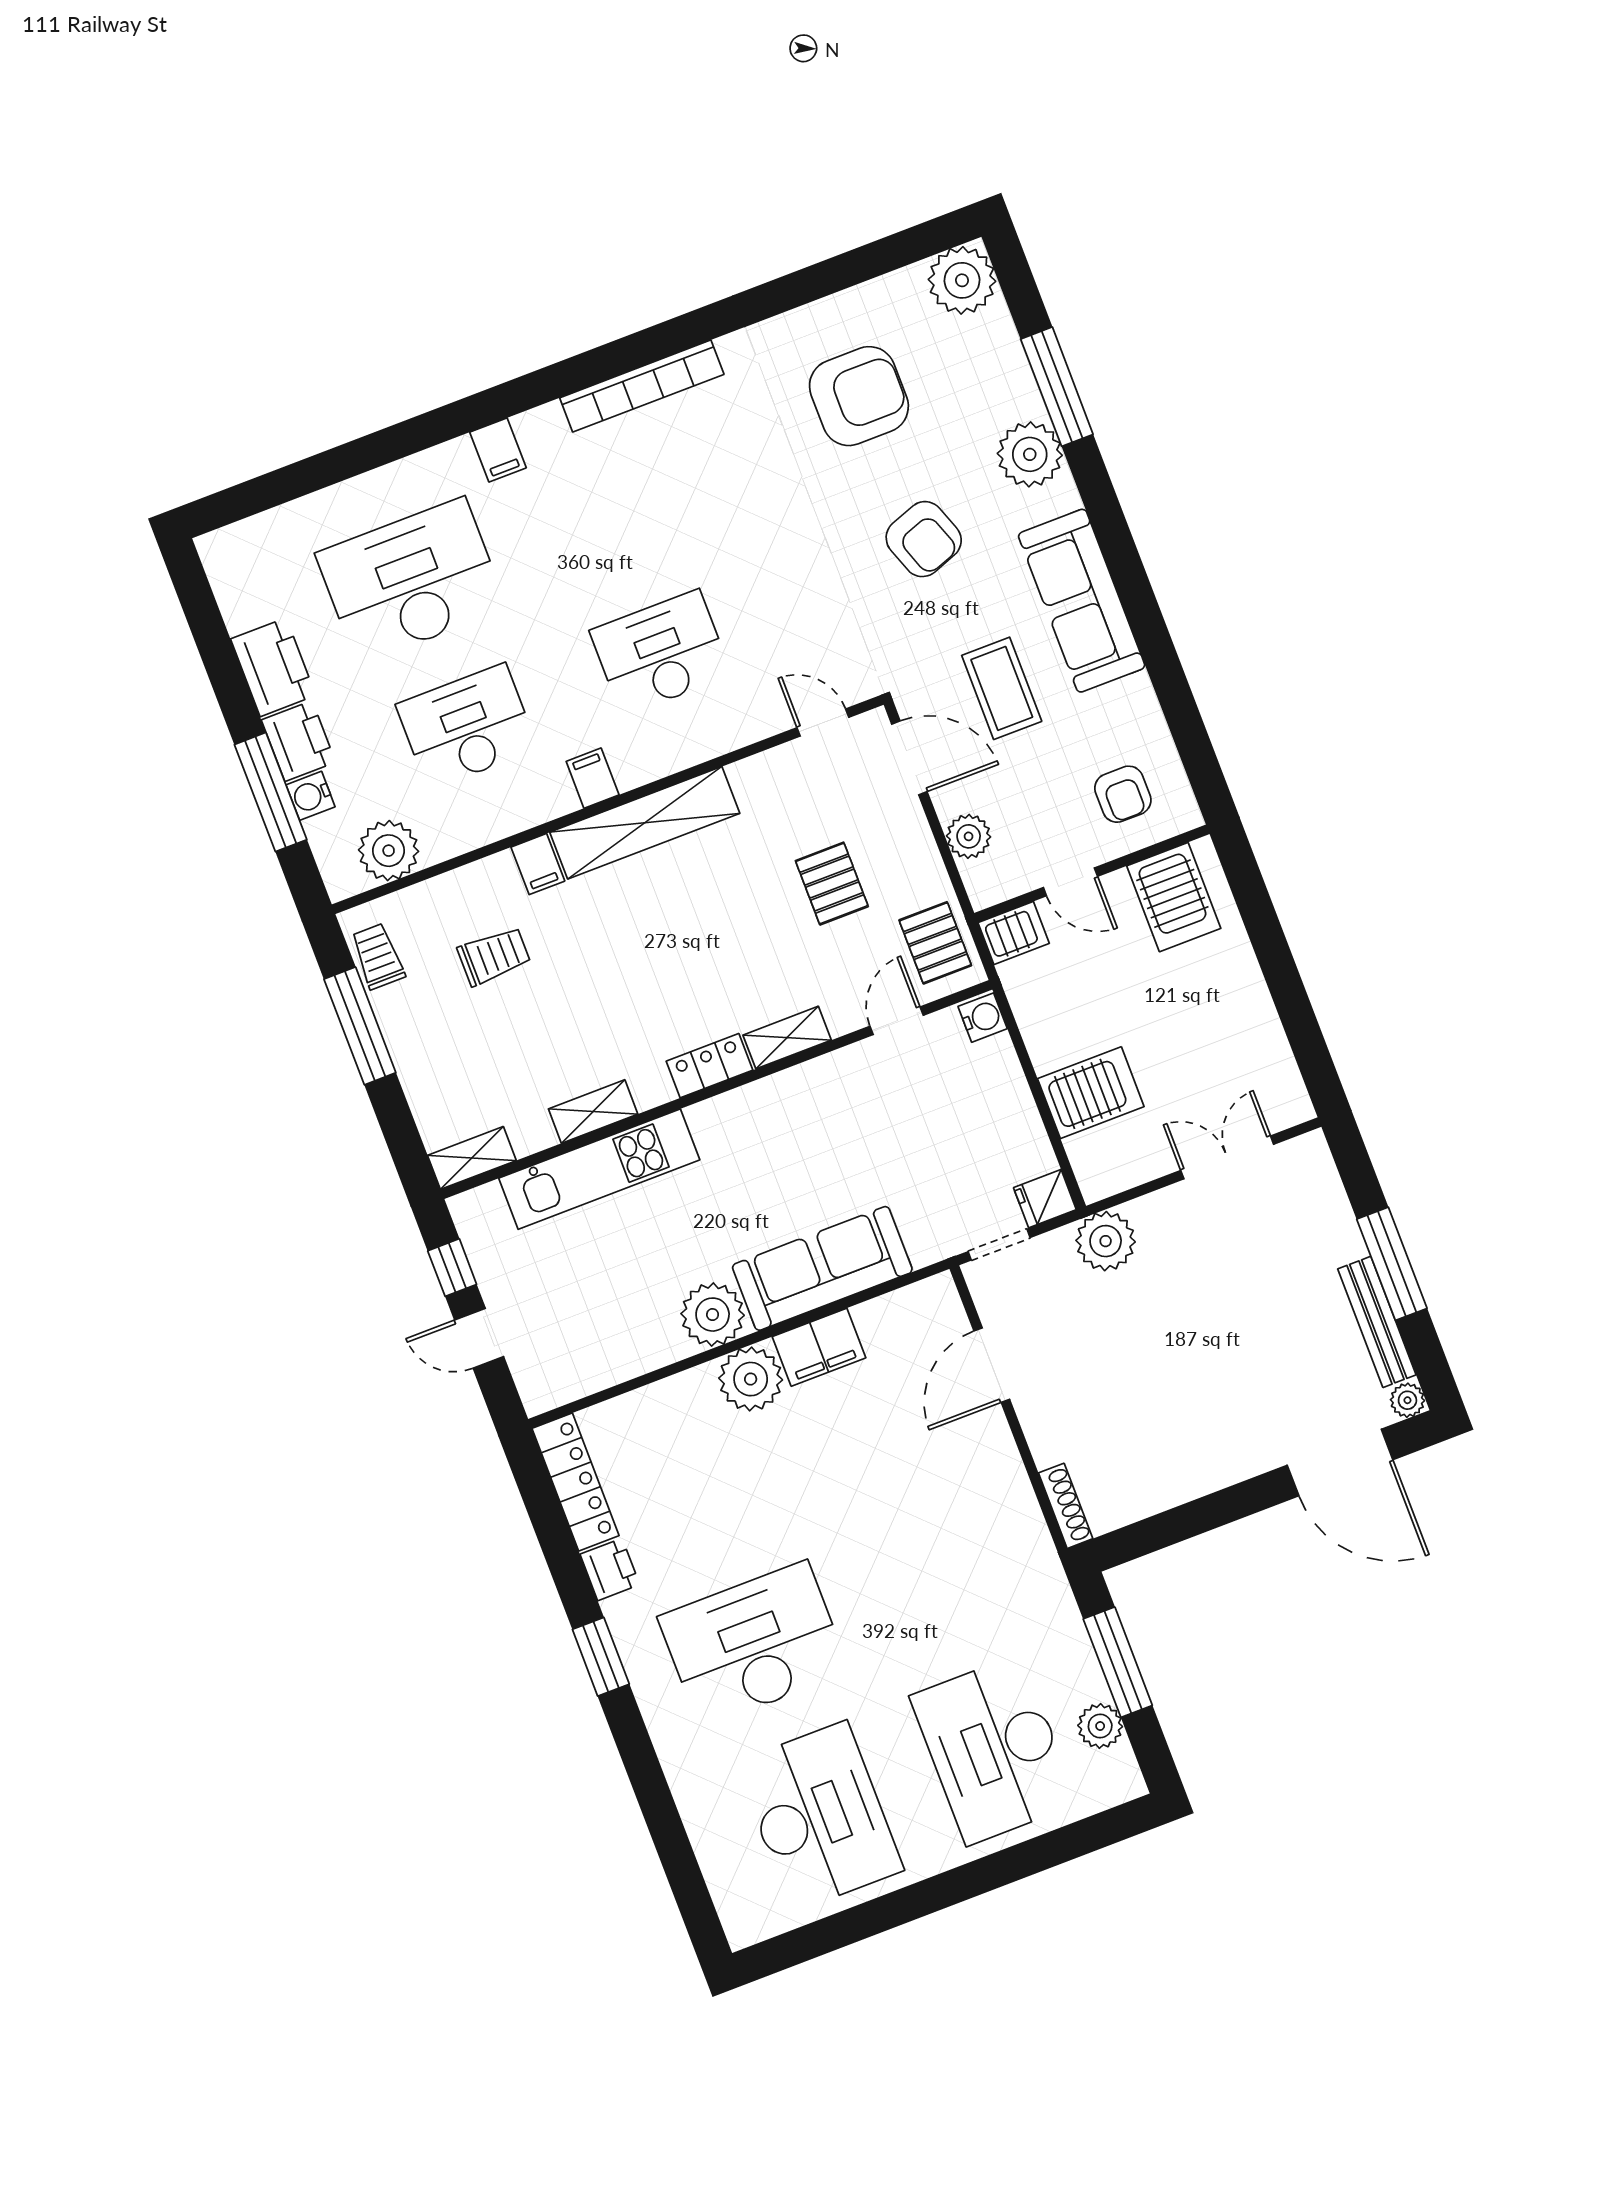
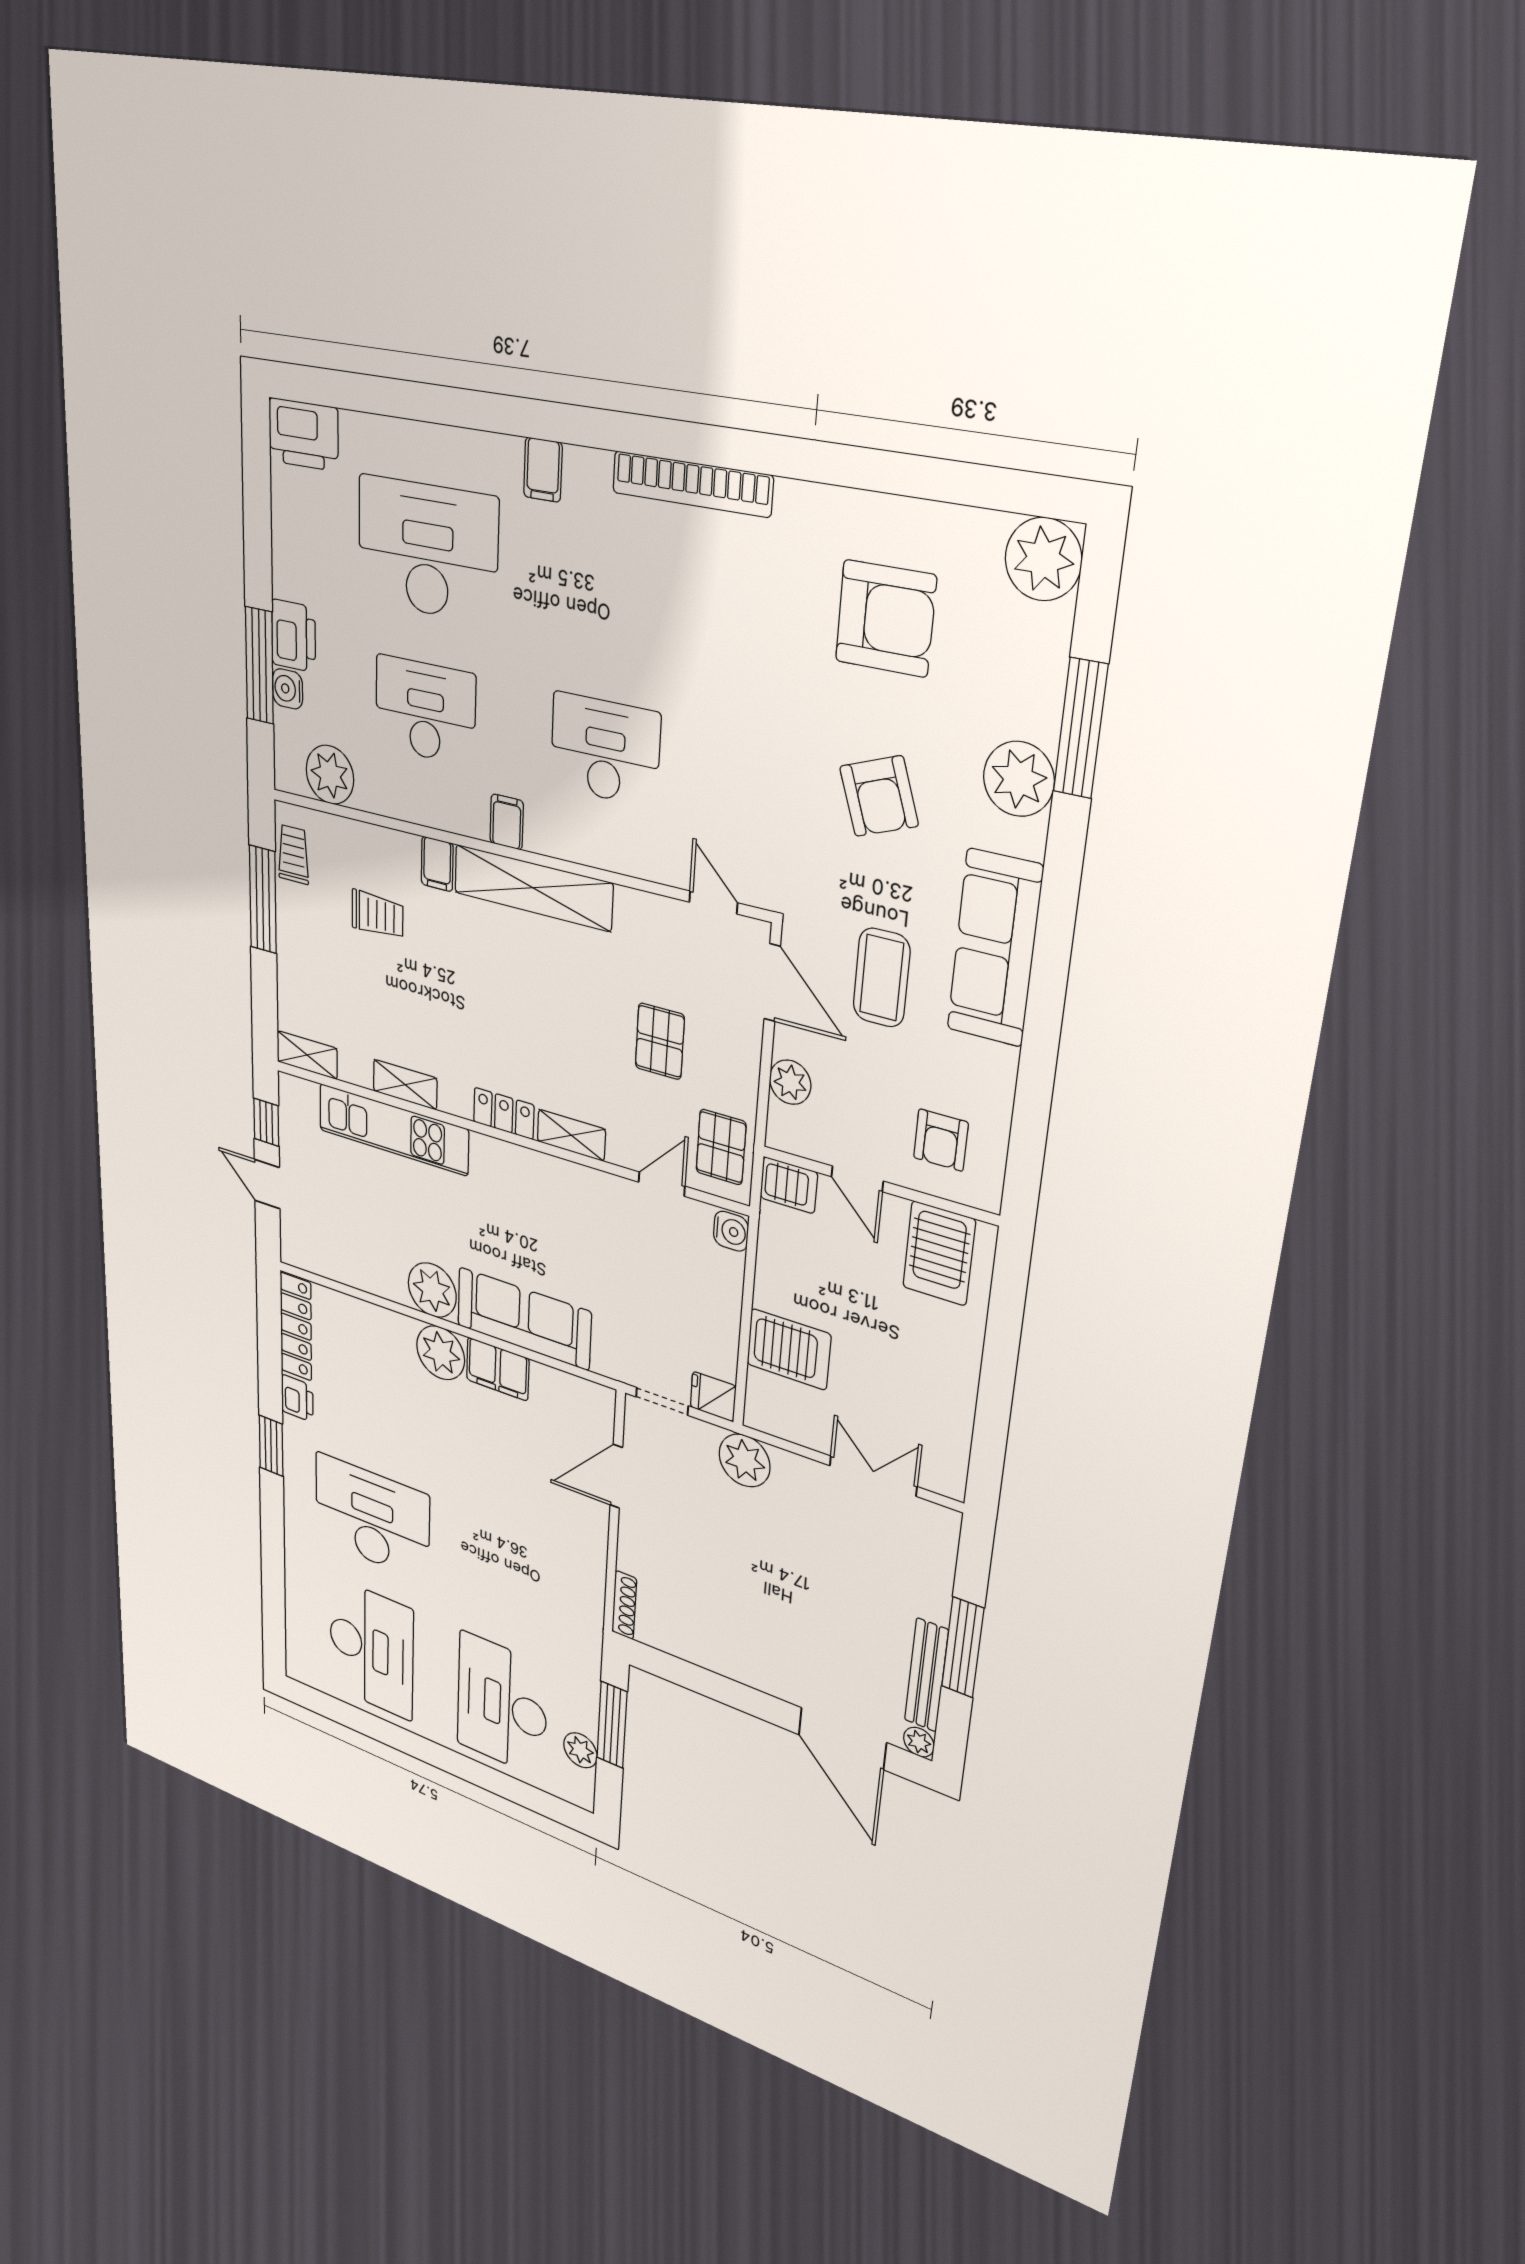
printer: (273, 667) -> (303, 434), moved, turned 90

